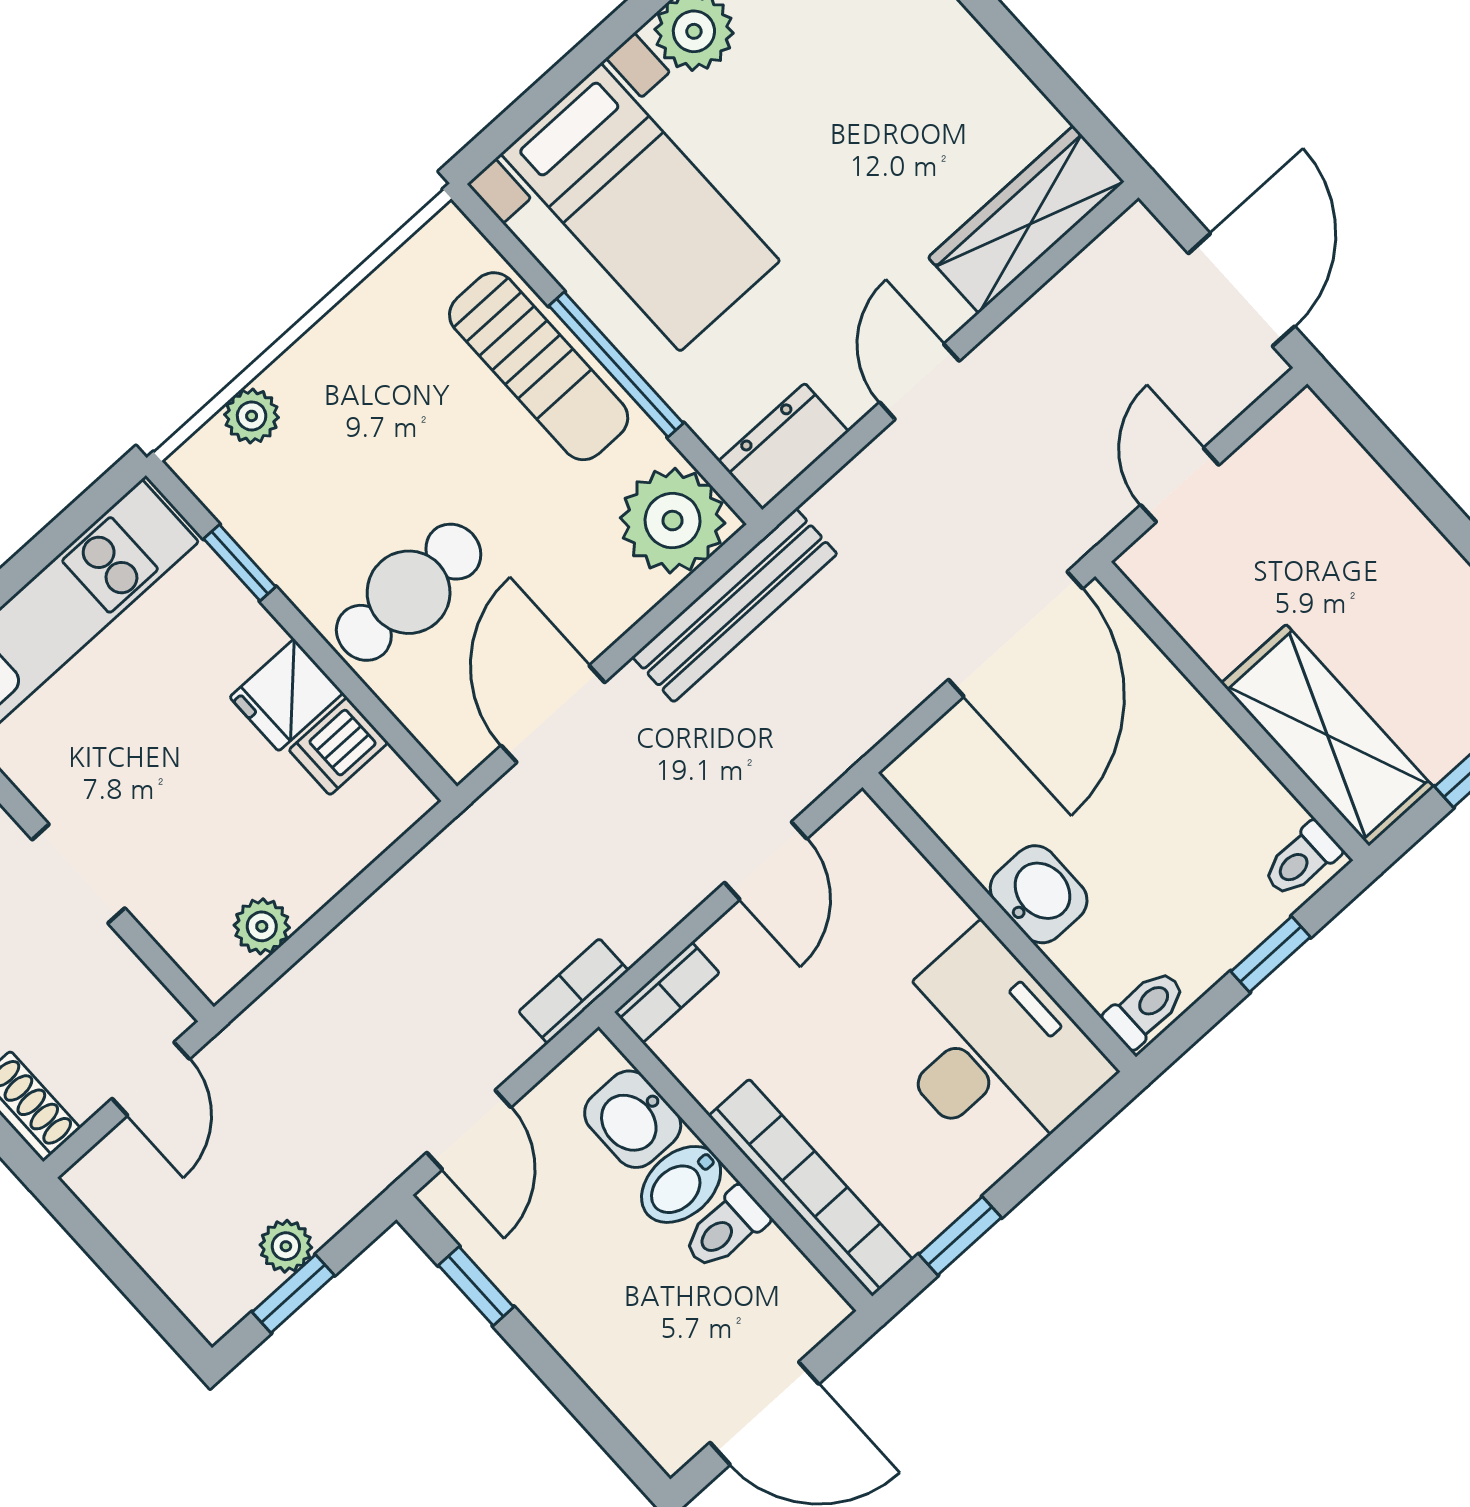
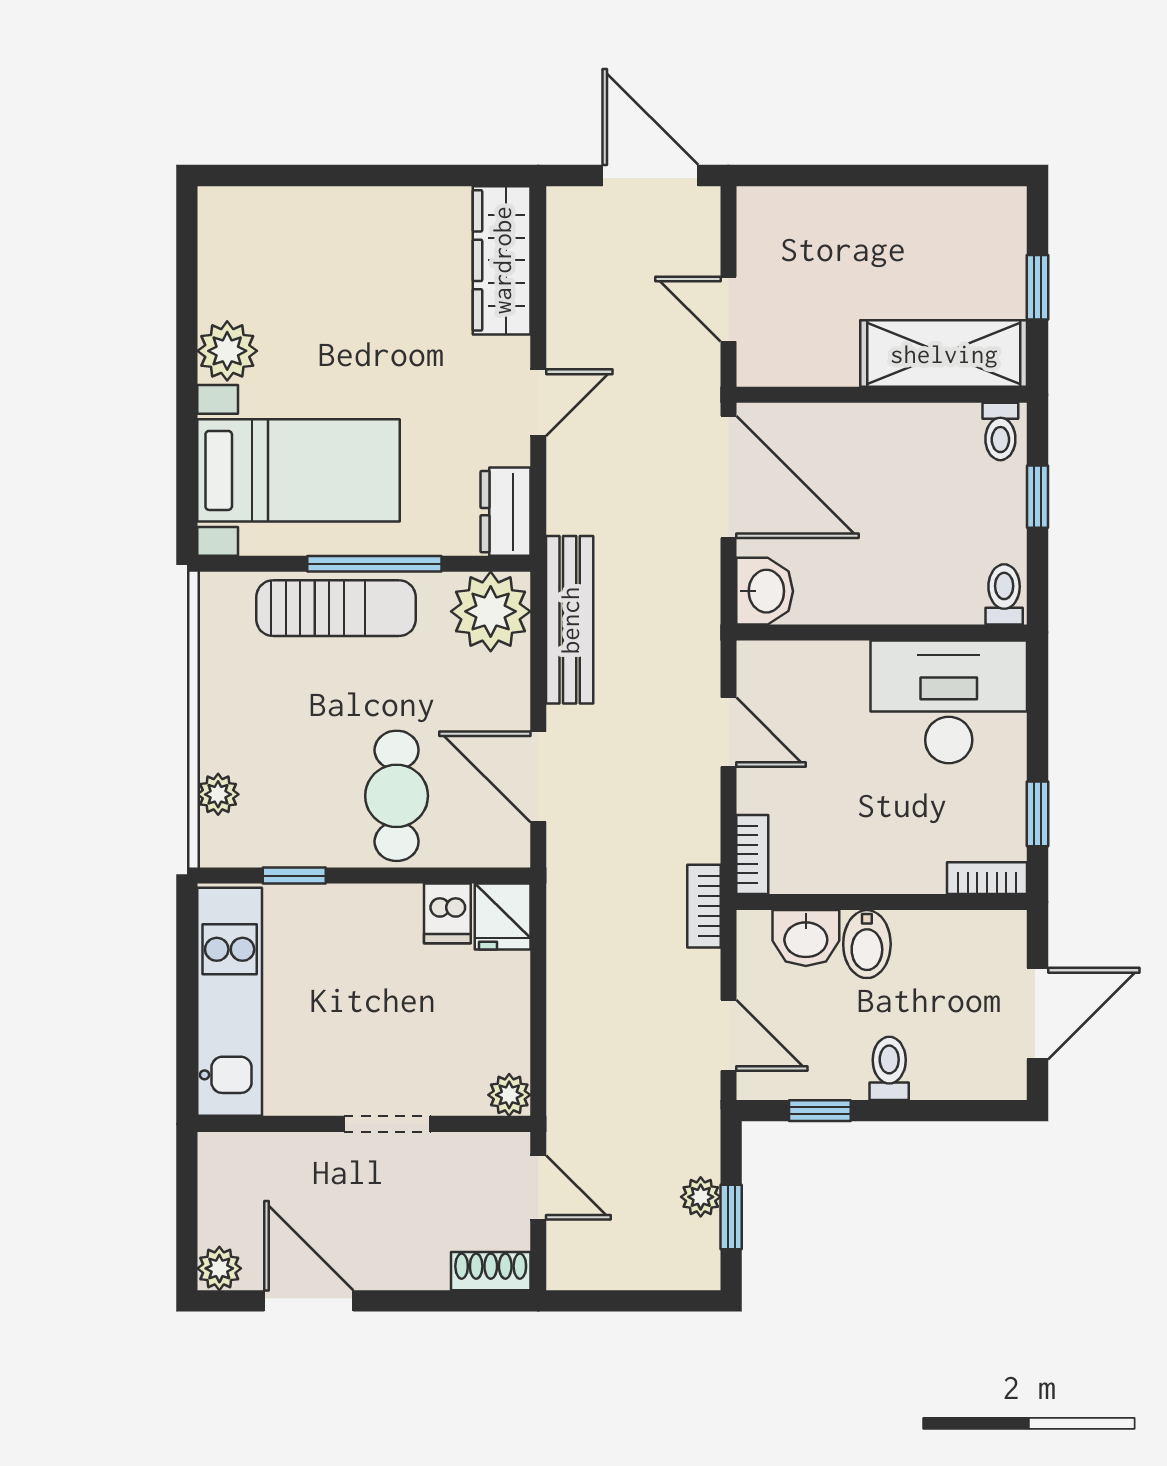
door: (919, 382) -> (538, 403), swing flipped
fridge: (286, 695) -> (503, 917), moved
washbasin: (1039, 894) -> (765, 591), moved, turned 90
plant: (262, 926) -> (509, 1095), moved
bookcase: (811, 1188) -> (987, 878), width x0.43, depth x0.76
toilet: (725, 1229) -> (889, 1068), moved, turned 180

